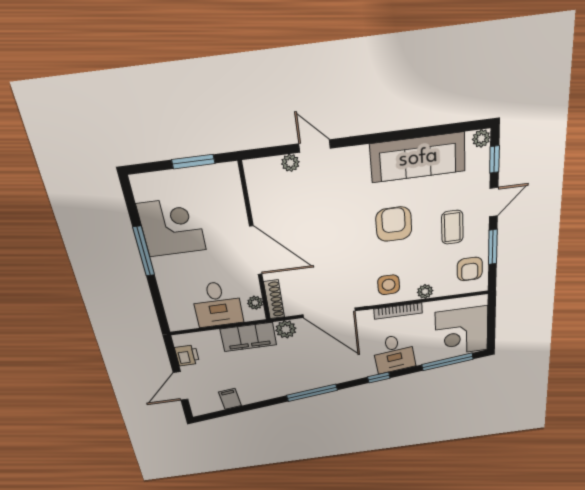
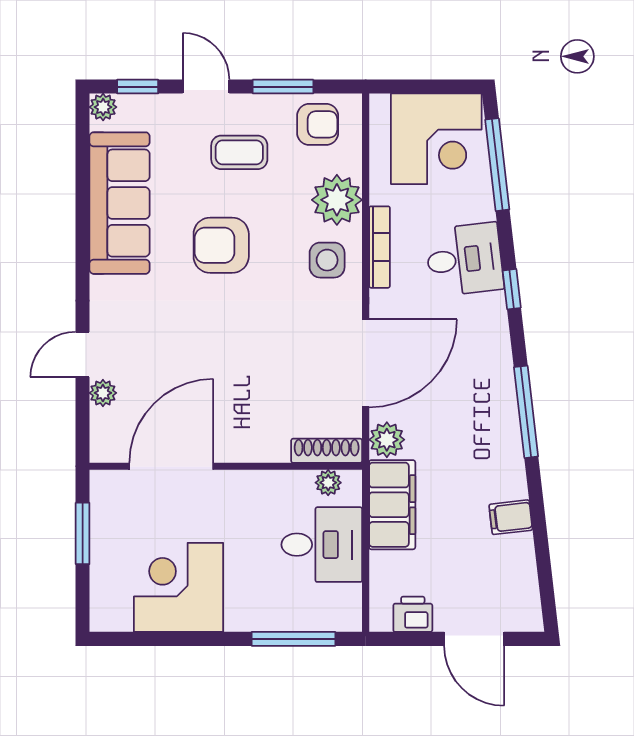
door: (256, 250) -> (171, 466), moved
window: (144, 251) -> (293, 639), moved
plant: (425, 291) -> (337, 200), width x1.87, depth x1.87
filing cabinet: (230, 399) -> (511, 517), moved

